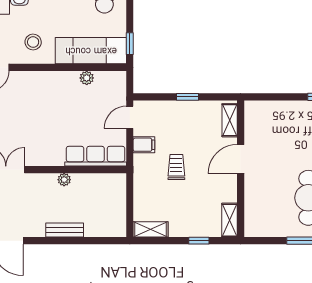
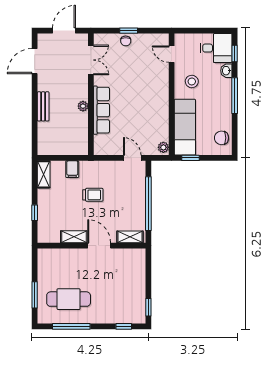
plant: (87, 78) -> (163, 147), moved
window: (188, 97) -> (148, 204), width x3.17
filing cabinet: (144, 145) -> (72, 169), moved
row of seats: (96, 156) -> (101, 110), moved
shelving: (229, 220) -> (74, 237), moved

